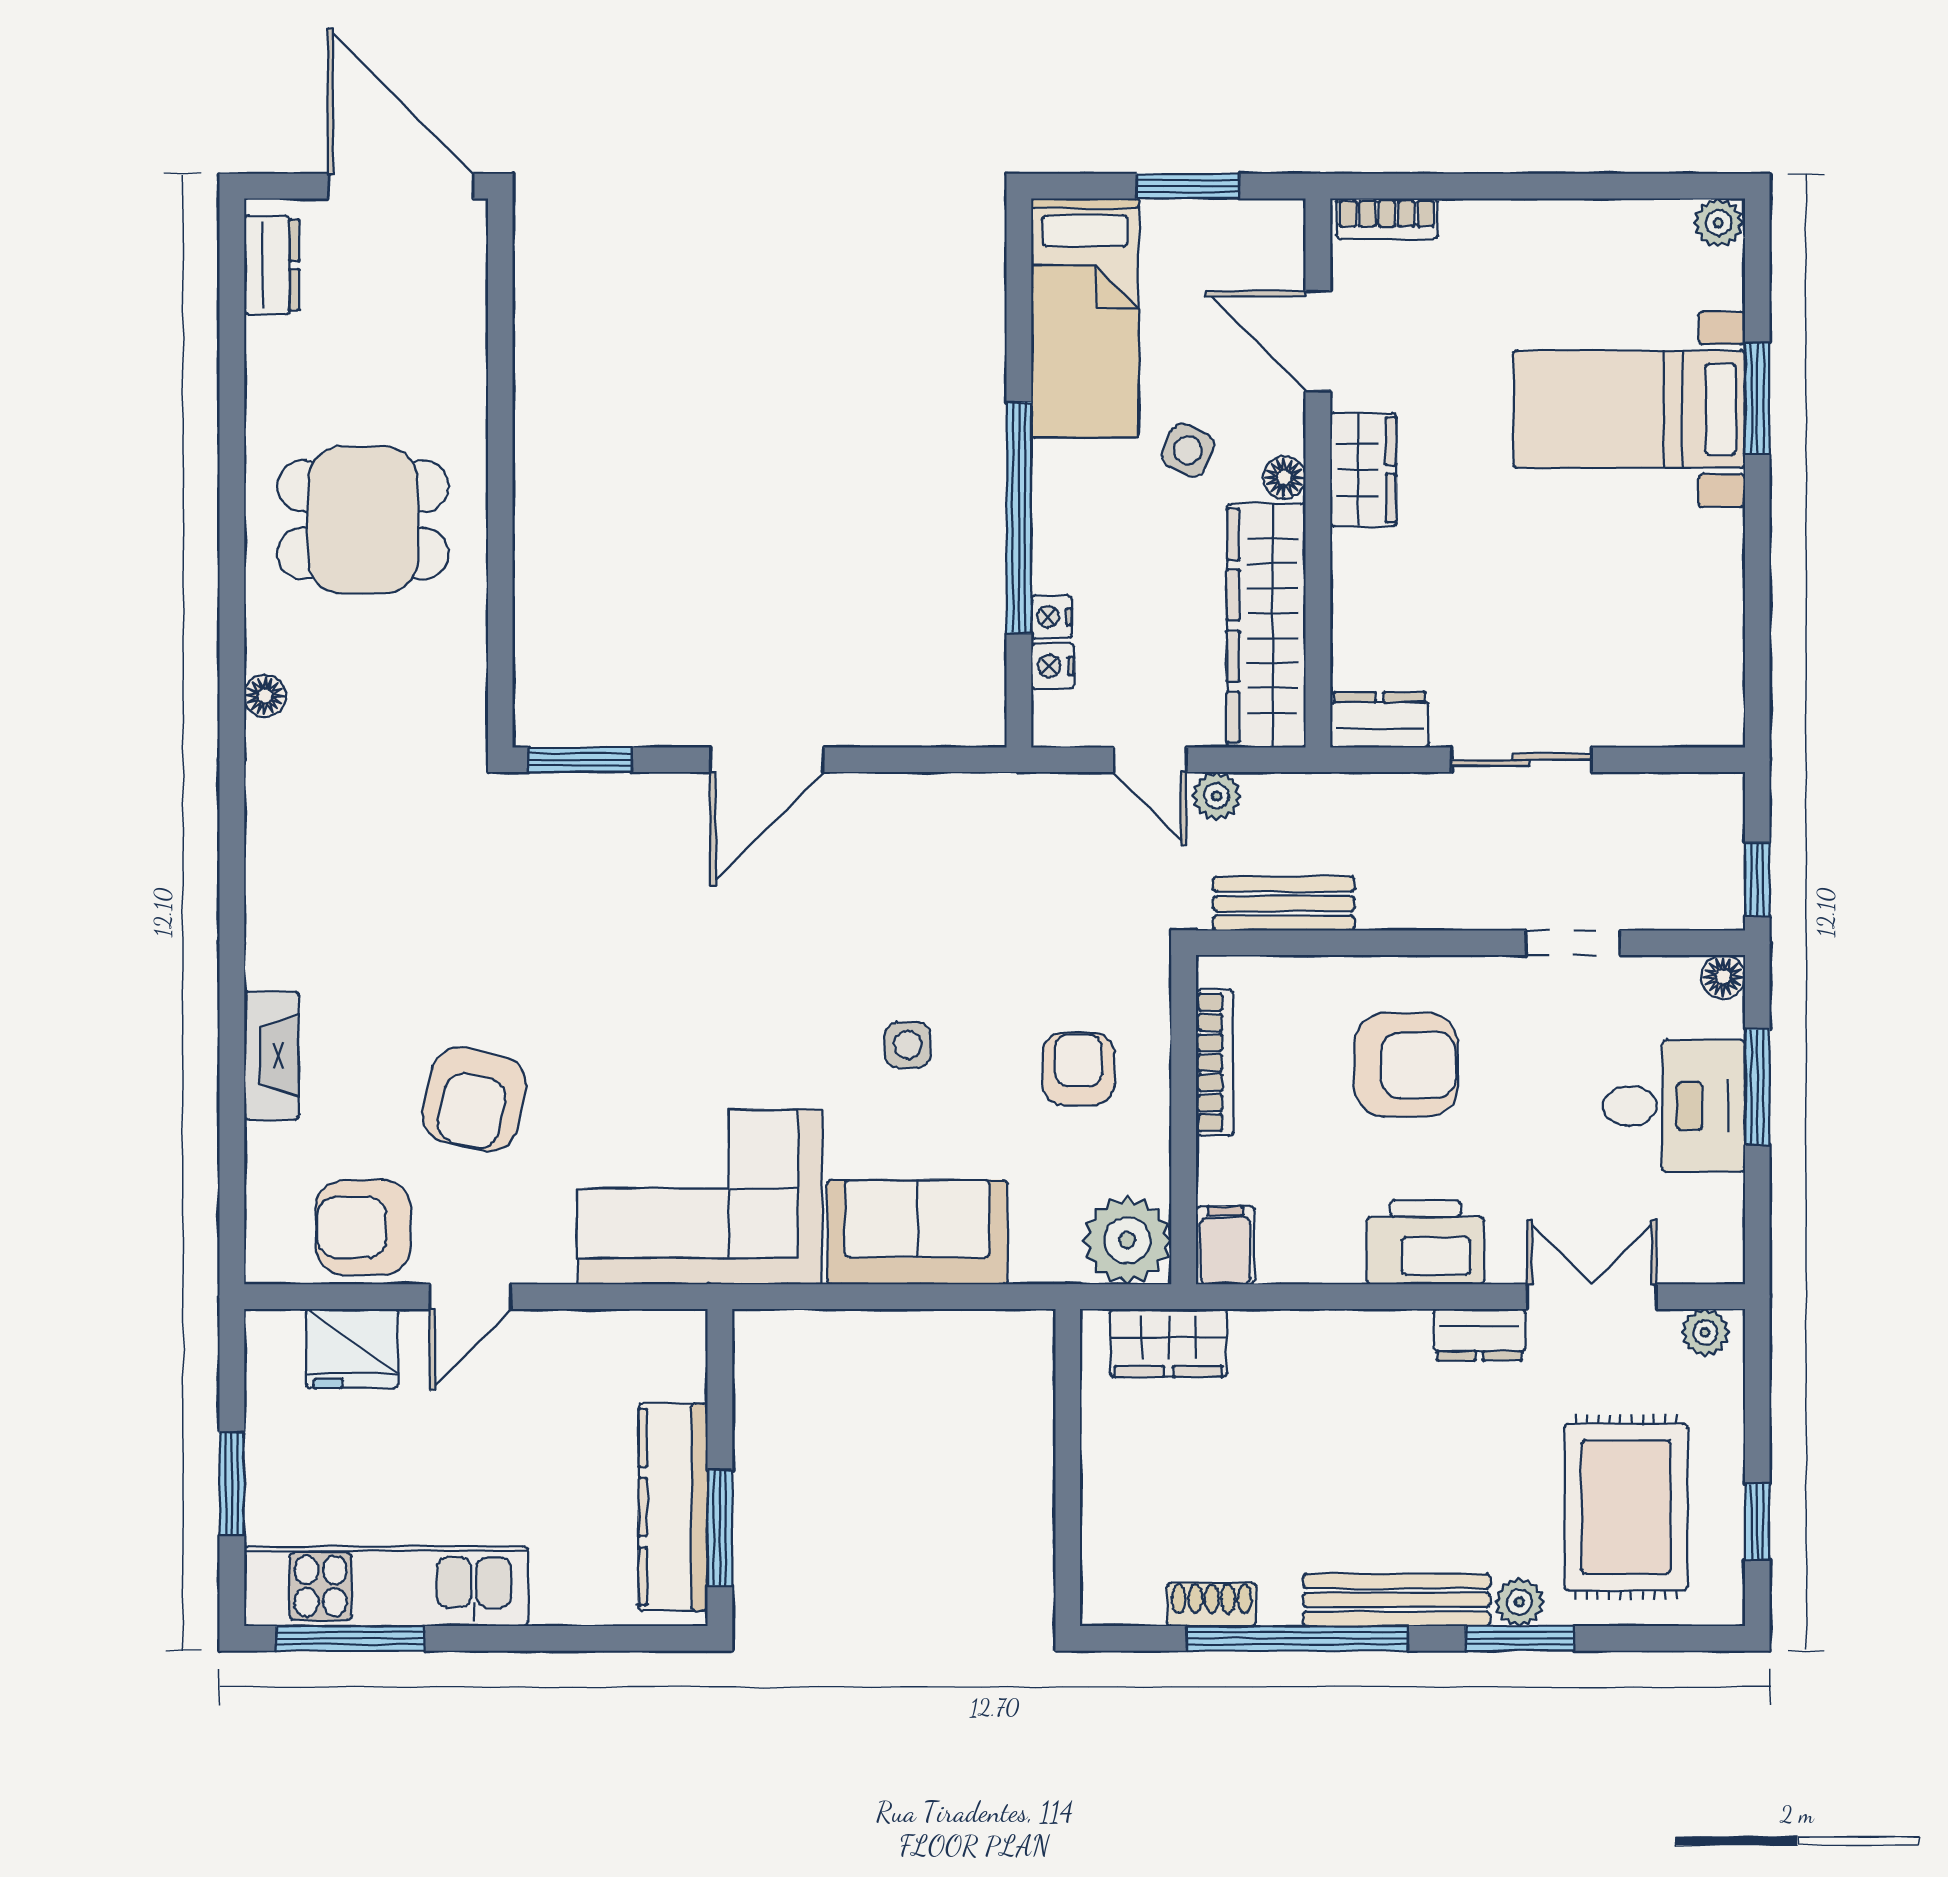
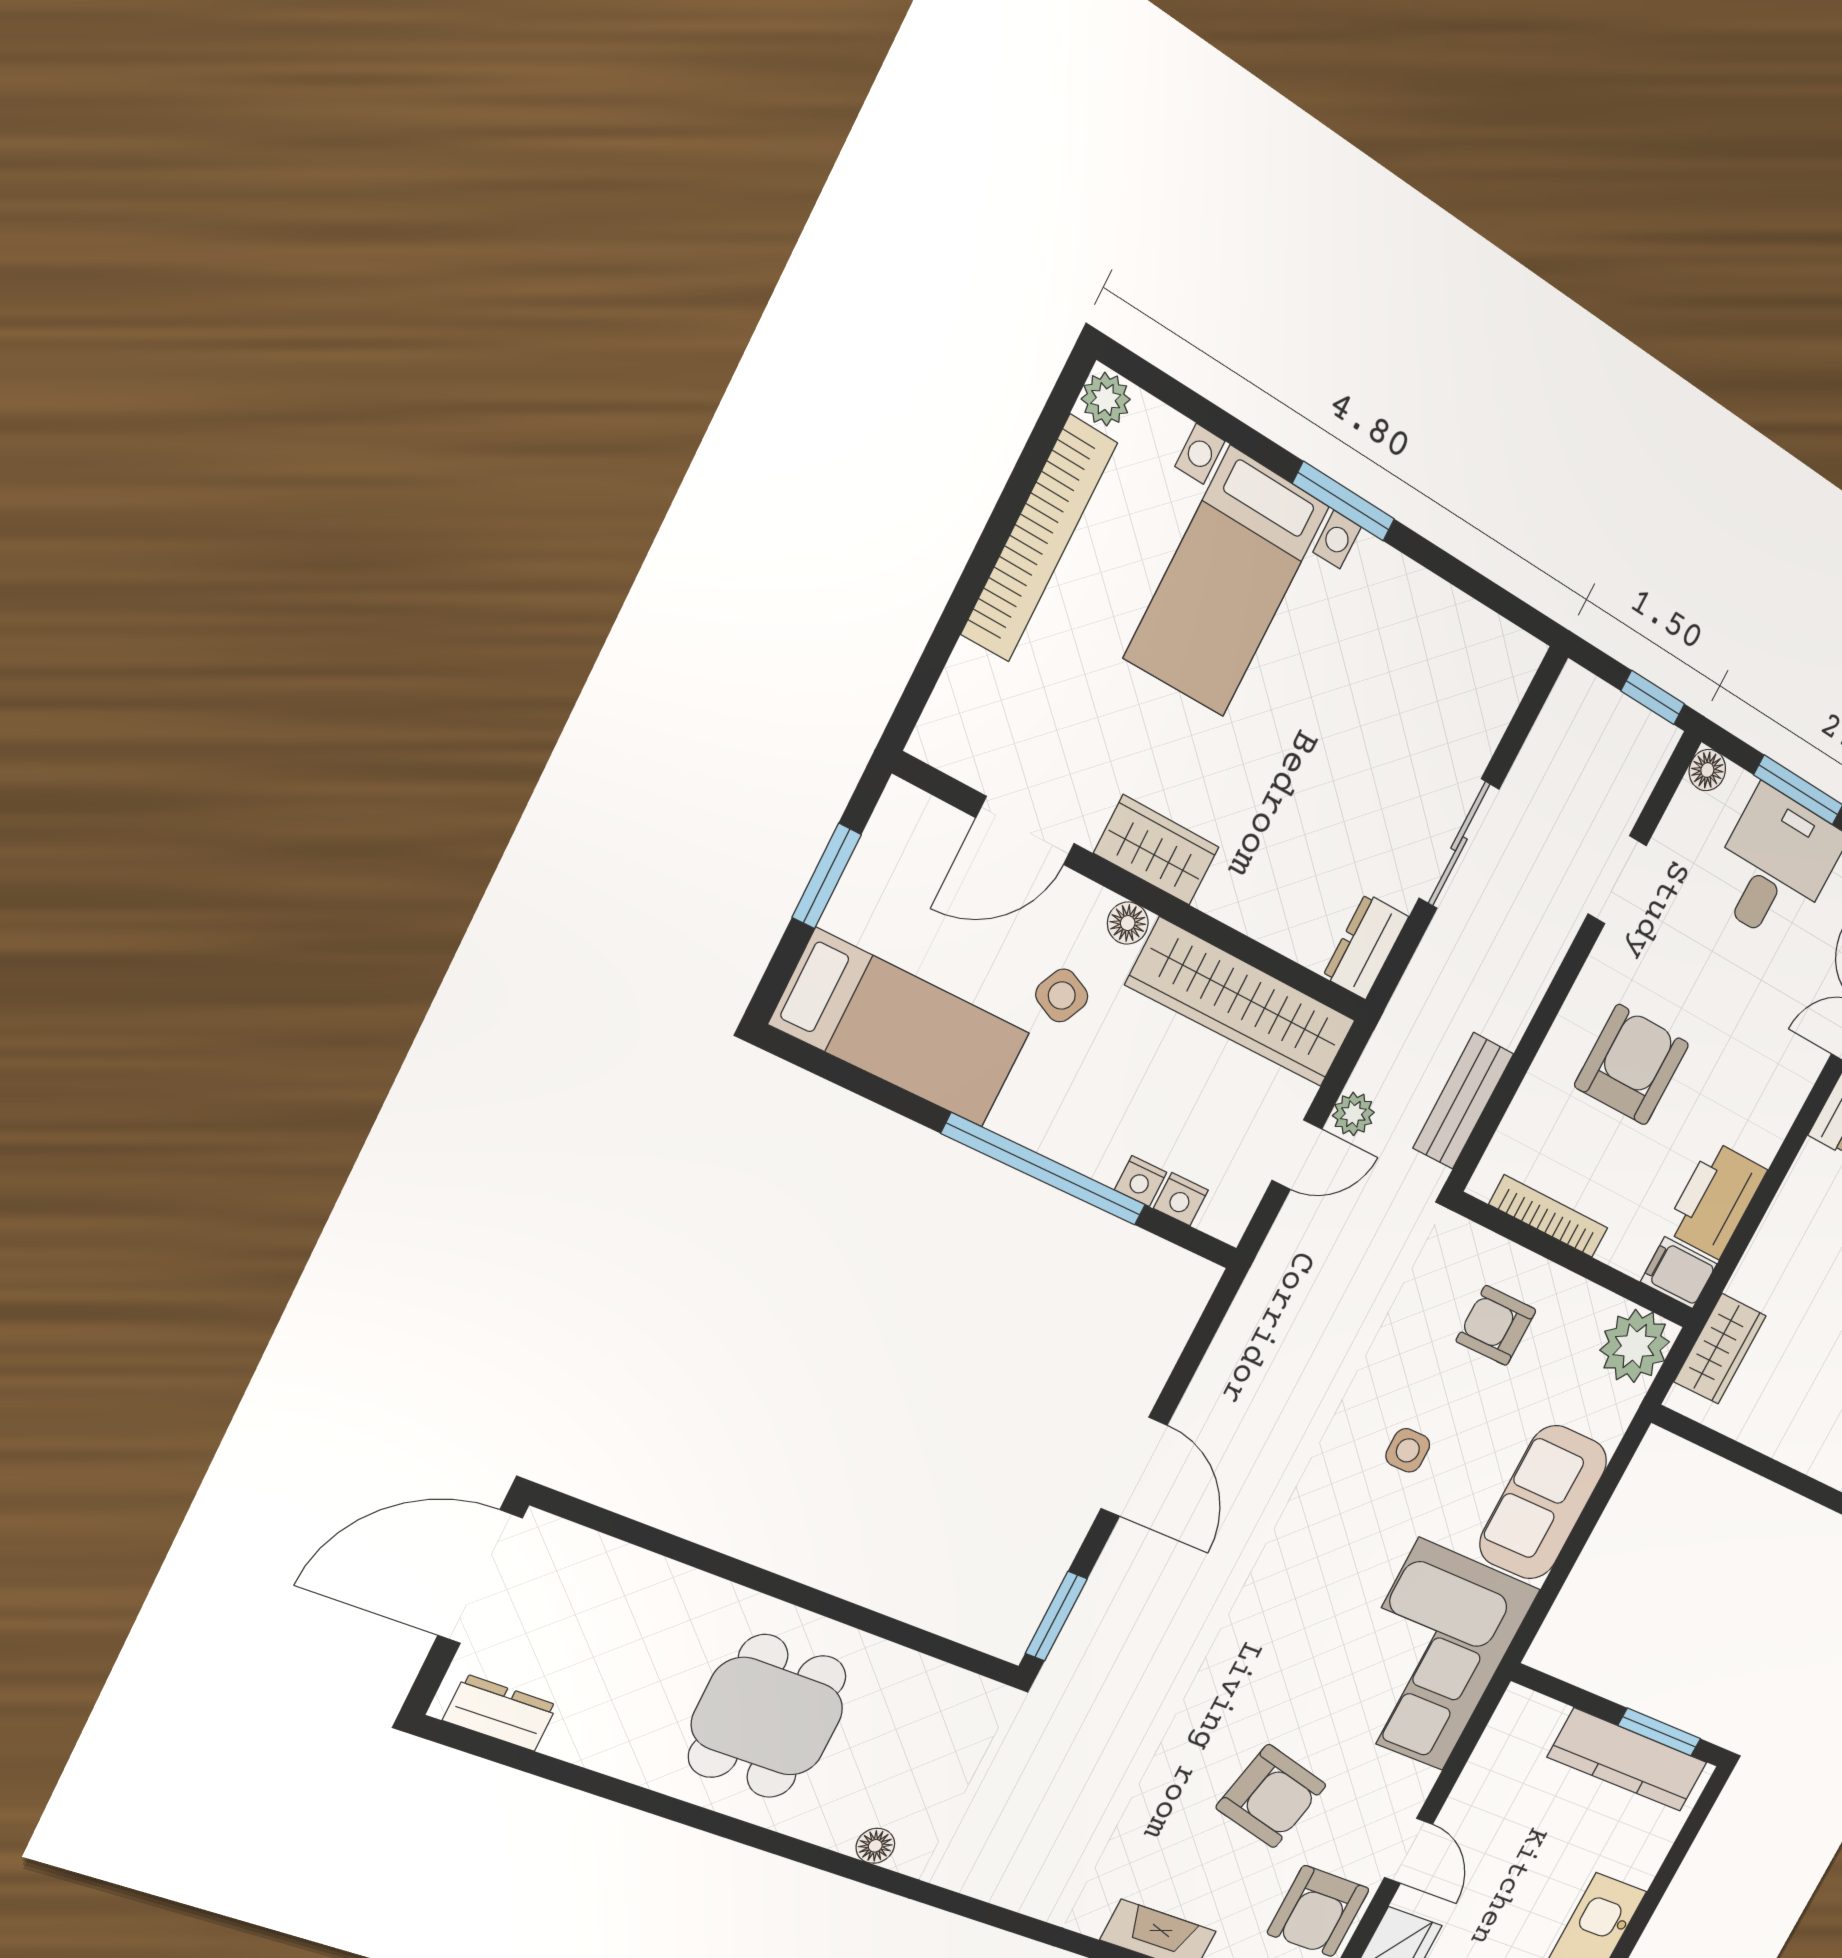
bookcase: (1387, 219) -> (1039, 539), moved, width x2.31, depth x1.31
window: (1757, 398) -> (1344, 501), moved
printer: (1425, 1242) -> (1715, 1200), moved

